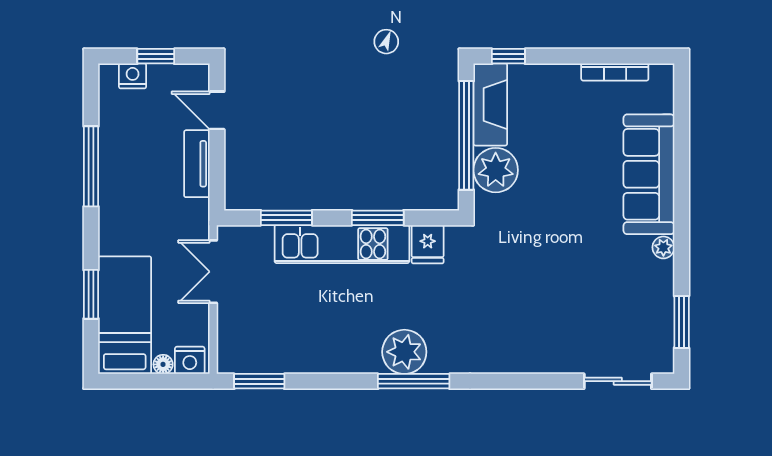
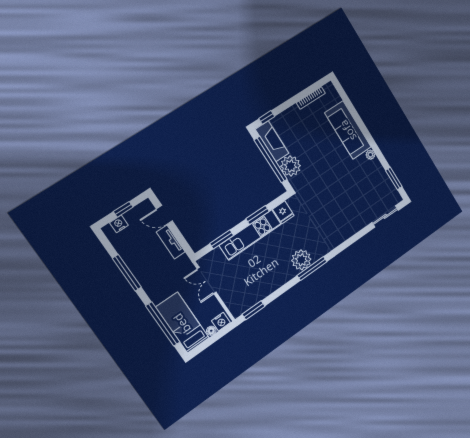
window: (91, 294) -> (163, 324), width x2.11

